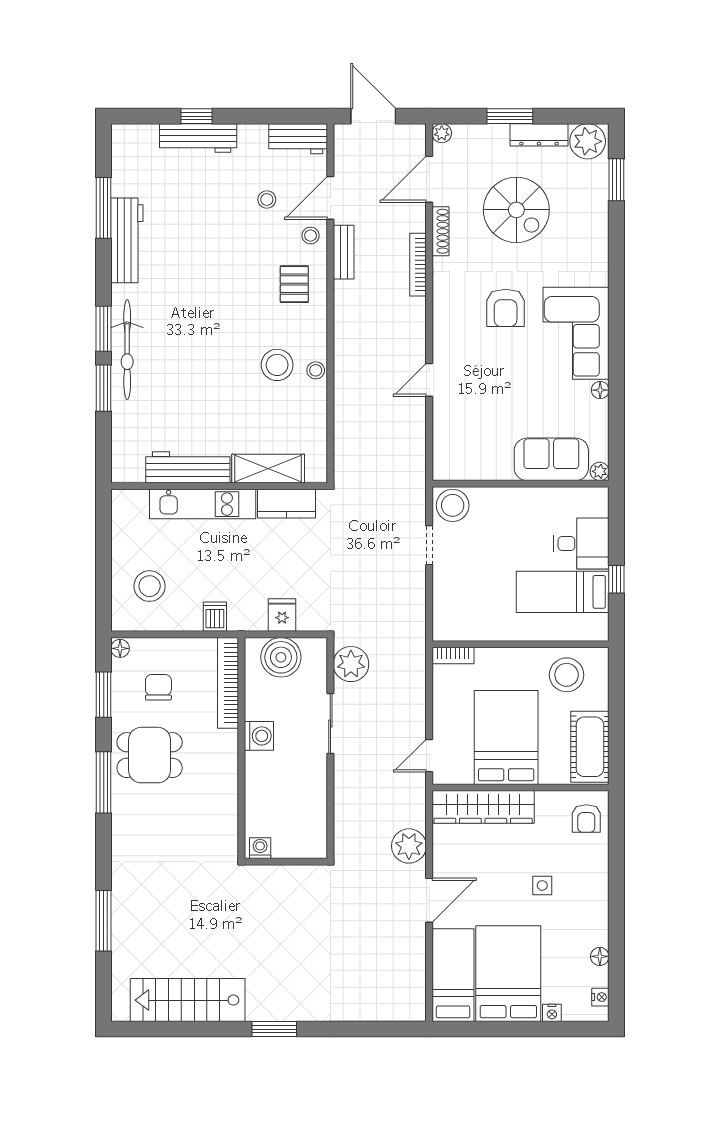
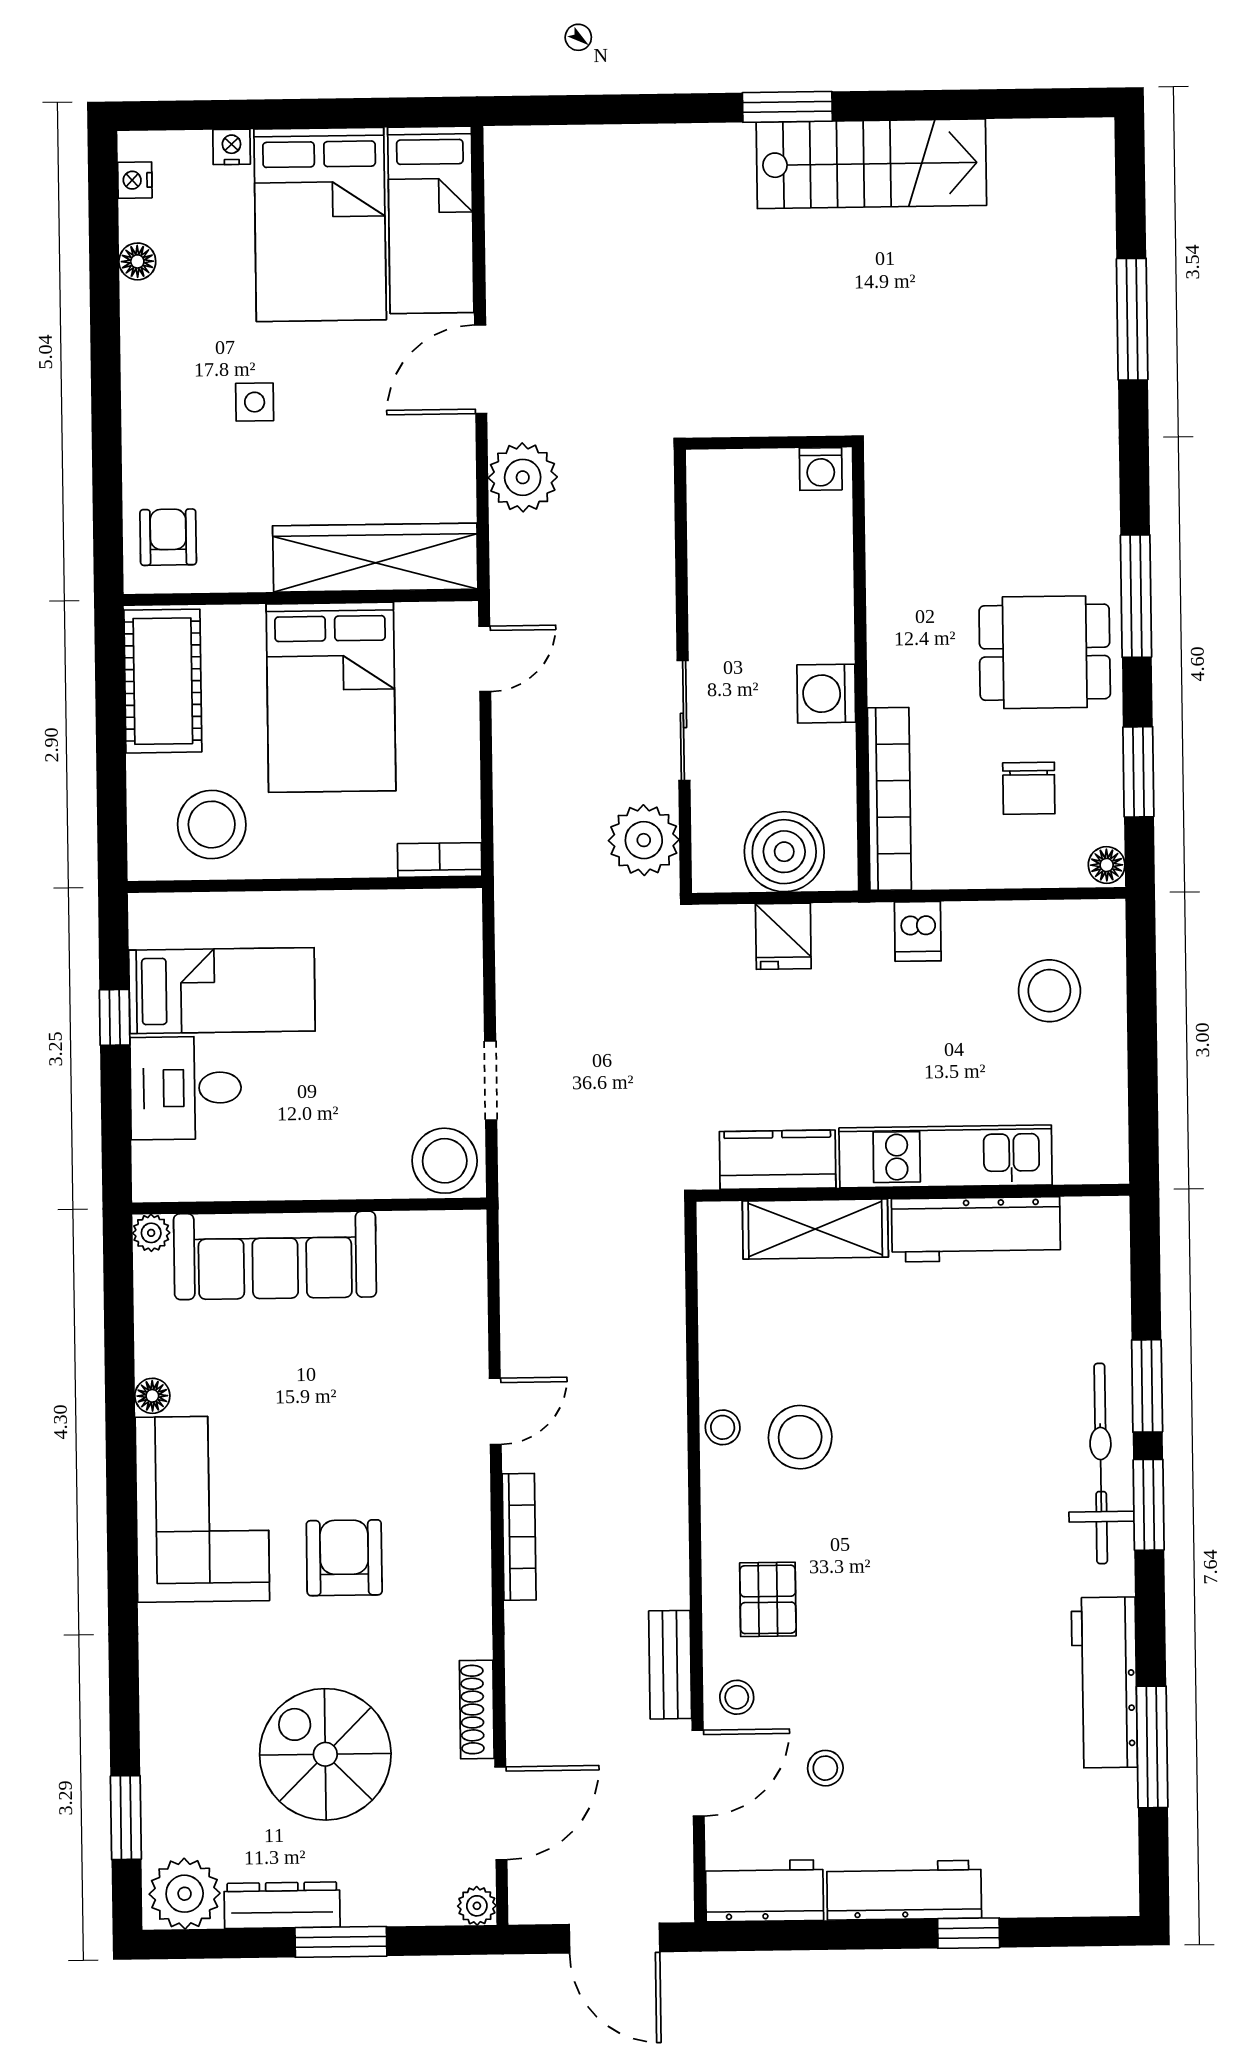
workbench: (198, 138) -> (904, 1890), moved
bookcase: (418, 265) -> (519, 1537), moved
sofa: (551, 459) -> (275, 1255), width x1.36
stairs: (188, 1000) -> (871, 164), moved

